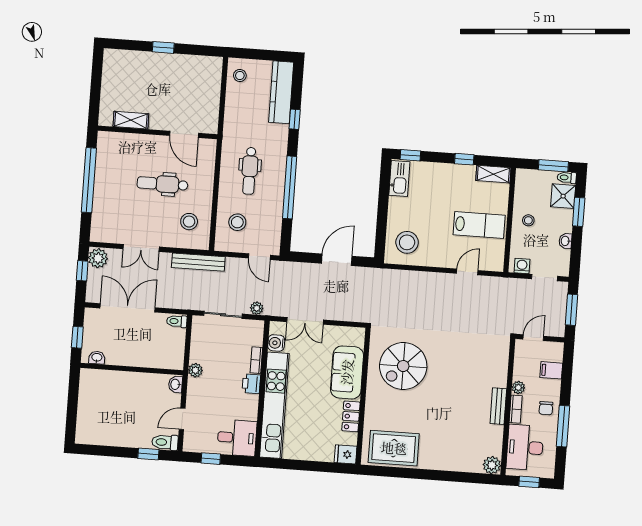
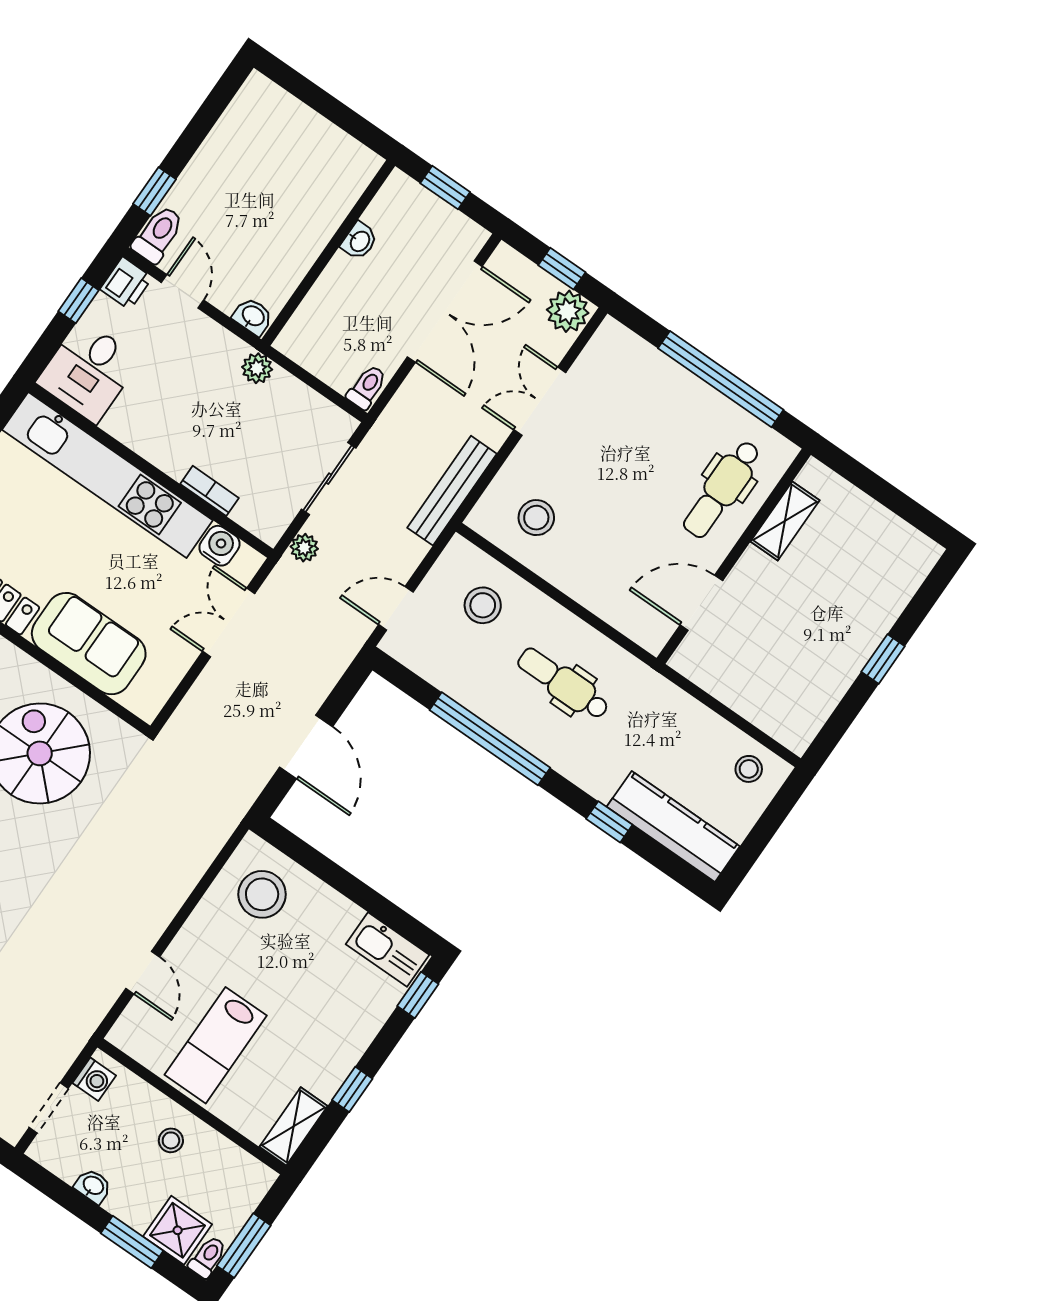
dental chair: (162, 184) -> (722, 489), moved, turned 180
washbasin: (97, 358) -> (359, 241), moved
printer: (251, 384) -> (126, 283), moved, turned 90

